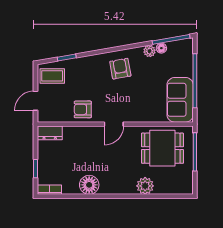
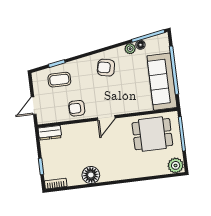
armchair: (120, 69) -> (106, 68), turned -68
coffee table: (52, 76) -> (59, 80), moved
sofa: (180, 100) -> (162, 82), width x1.36
plant: (145, 186) -> (176, 165), moved

